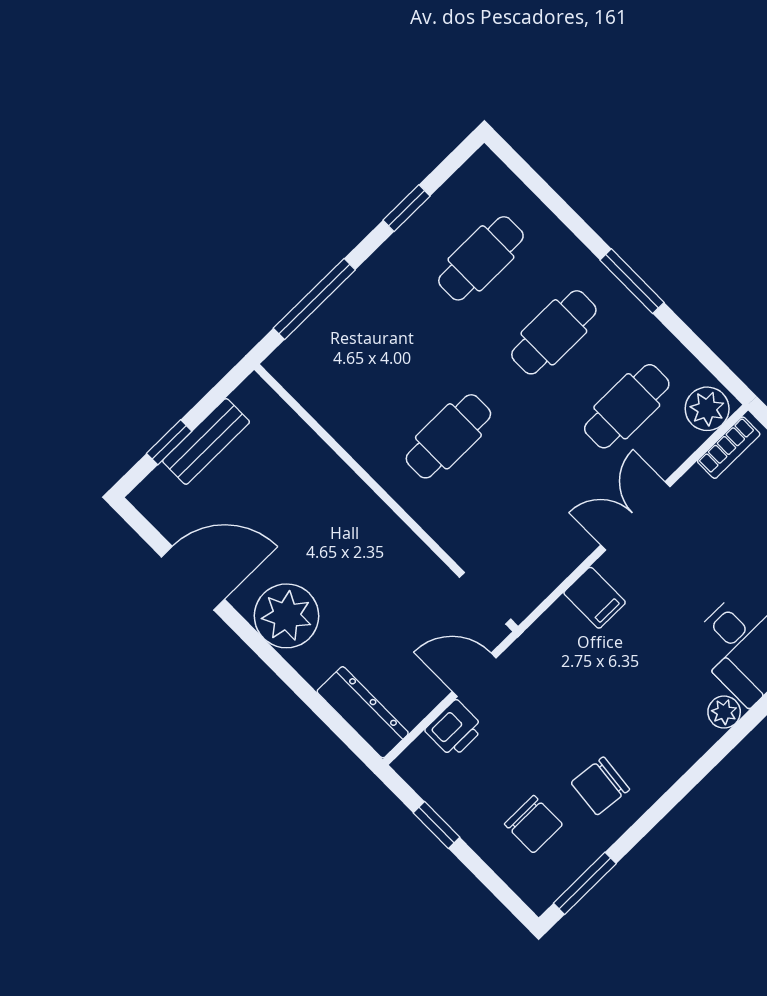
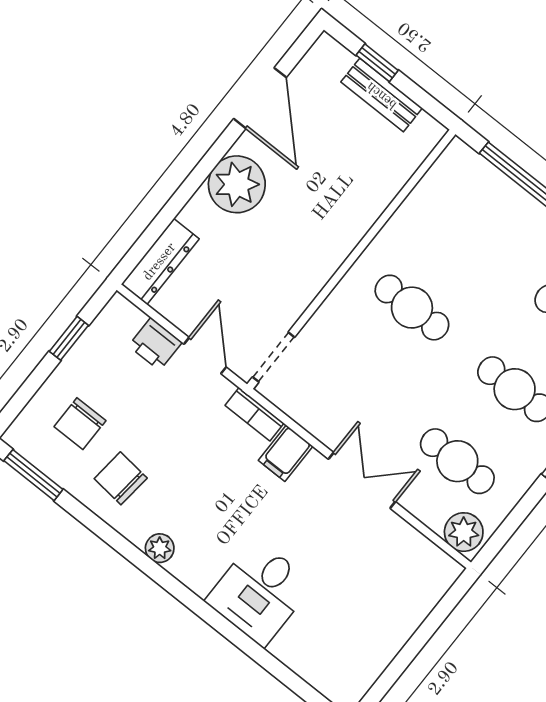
bookcase: (729, 448) -> (255, 414), moved
plant: (724, 712) -> (160, 548), moved

